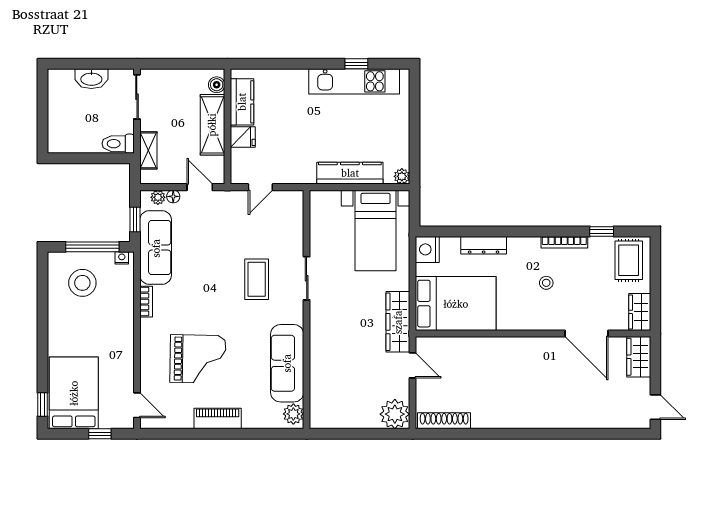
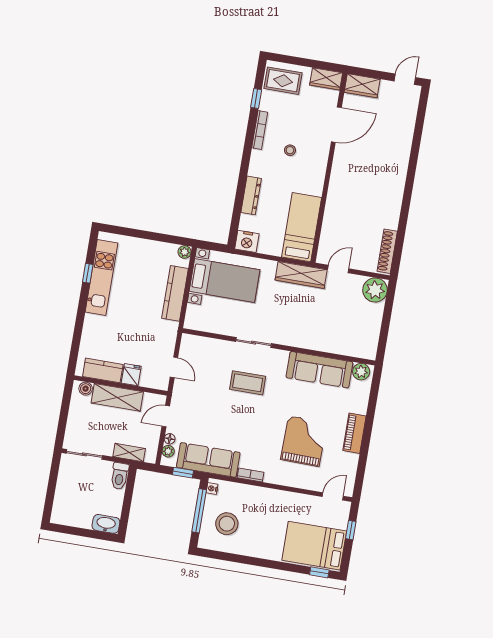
washbasin: (91, 79) -> (106, 524), moved, turned -90
bed: (456, 304) -> (302, 227), width x0.67

